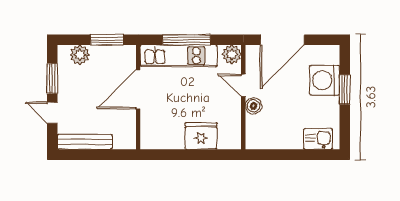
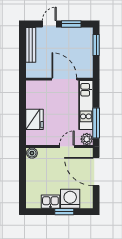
window: (107, 40) -> (96, 45), moved
window: (186, 40) -> (96, 123), moved
plant: (80, 55) -> (87, 42), removed
boiler: (253, 106) -> (32, 153), moved
kitchen sink: (318, 139) -> (50, 202), moved, turned -90

